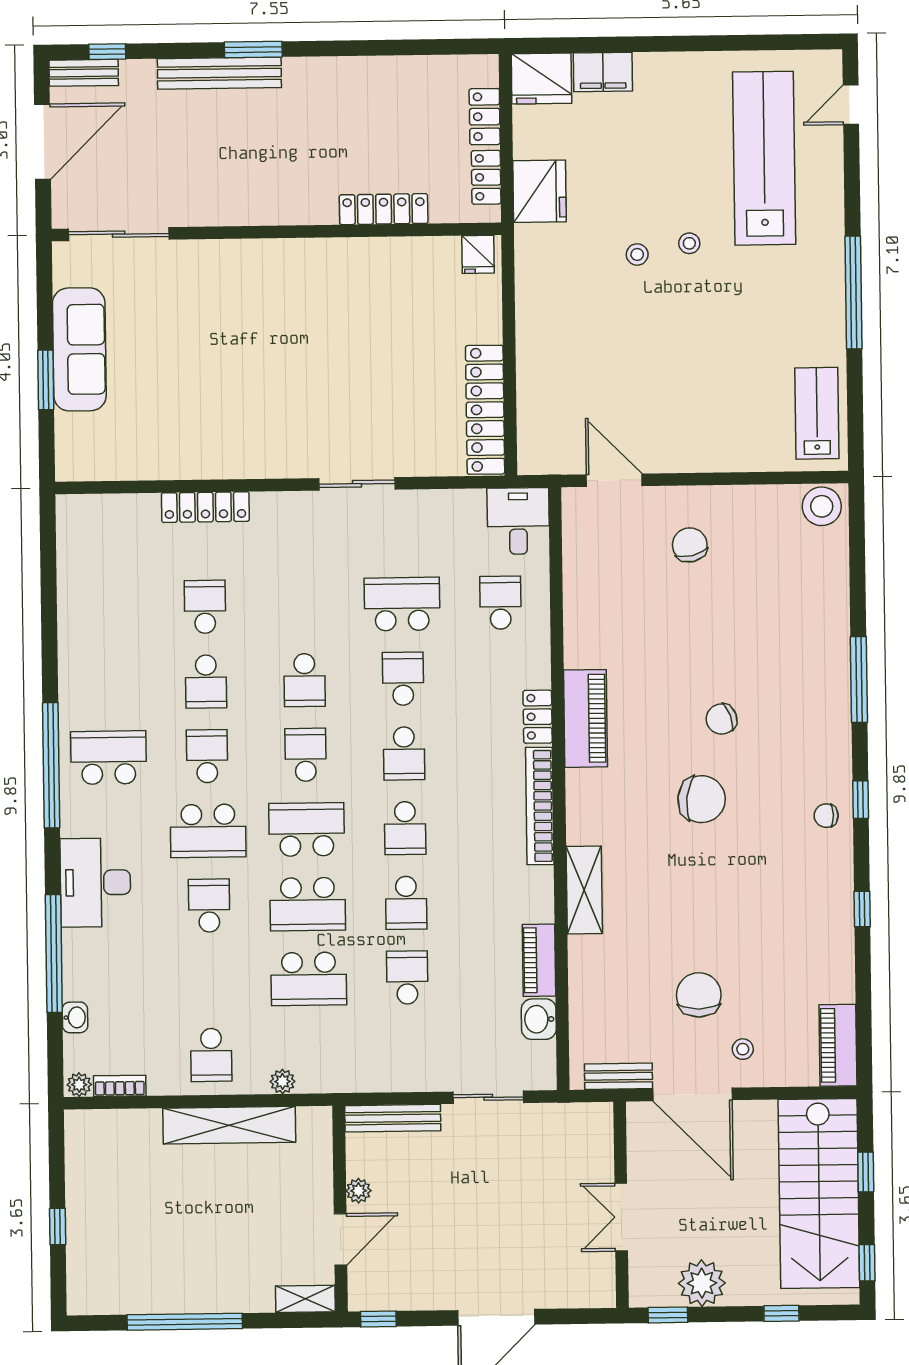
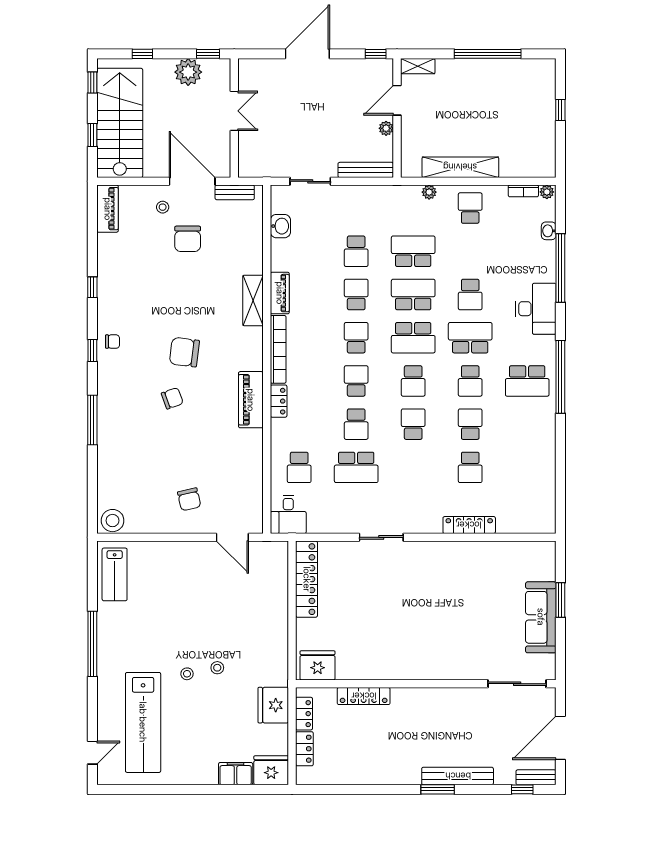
fridge: (478, 254) -> (318, 665), width x1.88, depth x1.34
piano: (539, 960) -> (280, 293), moved

